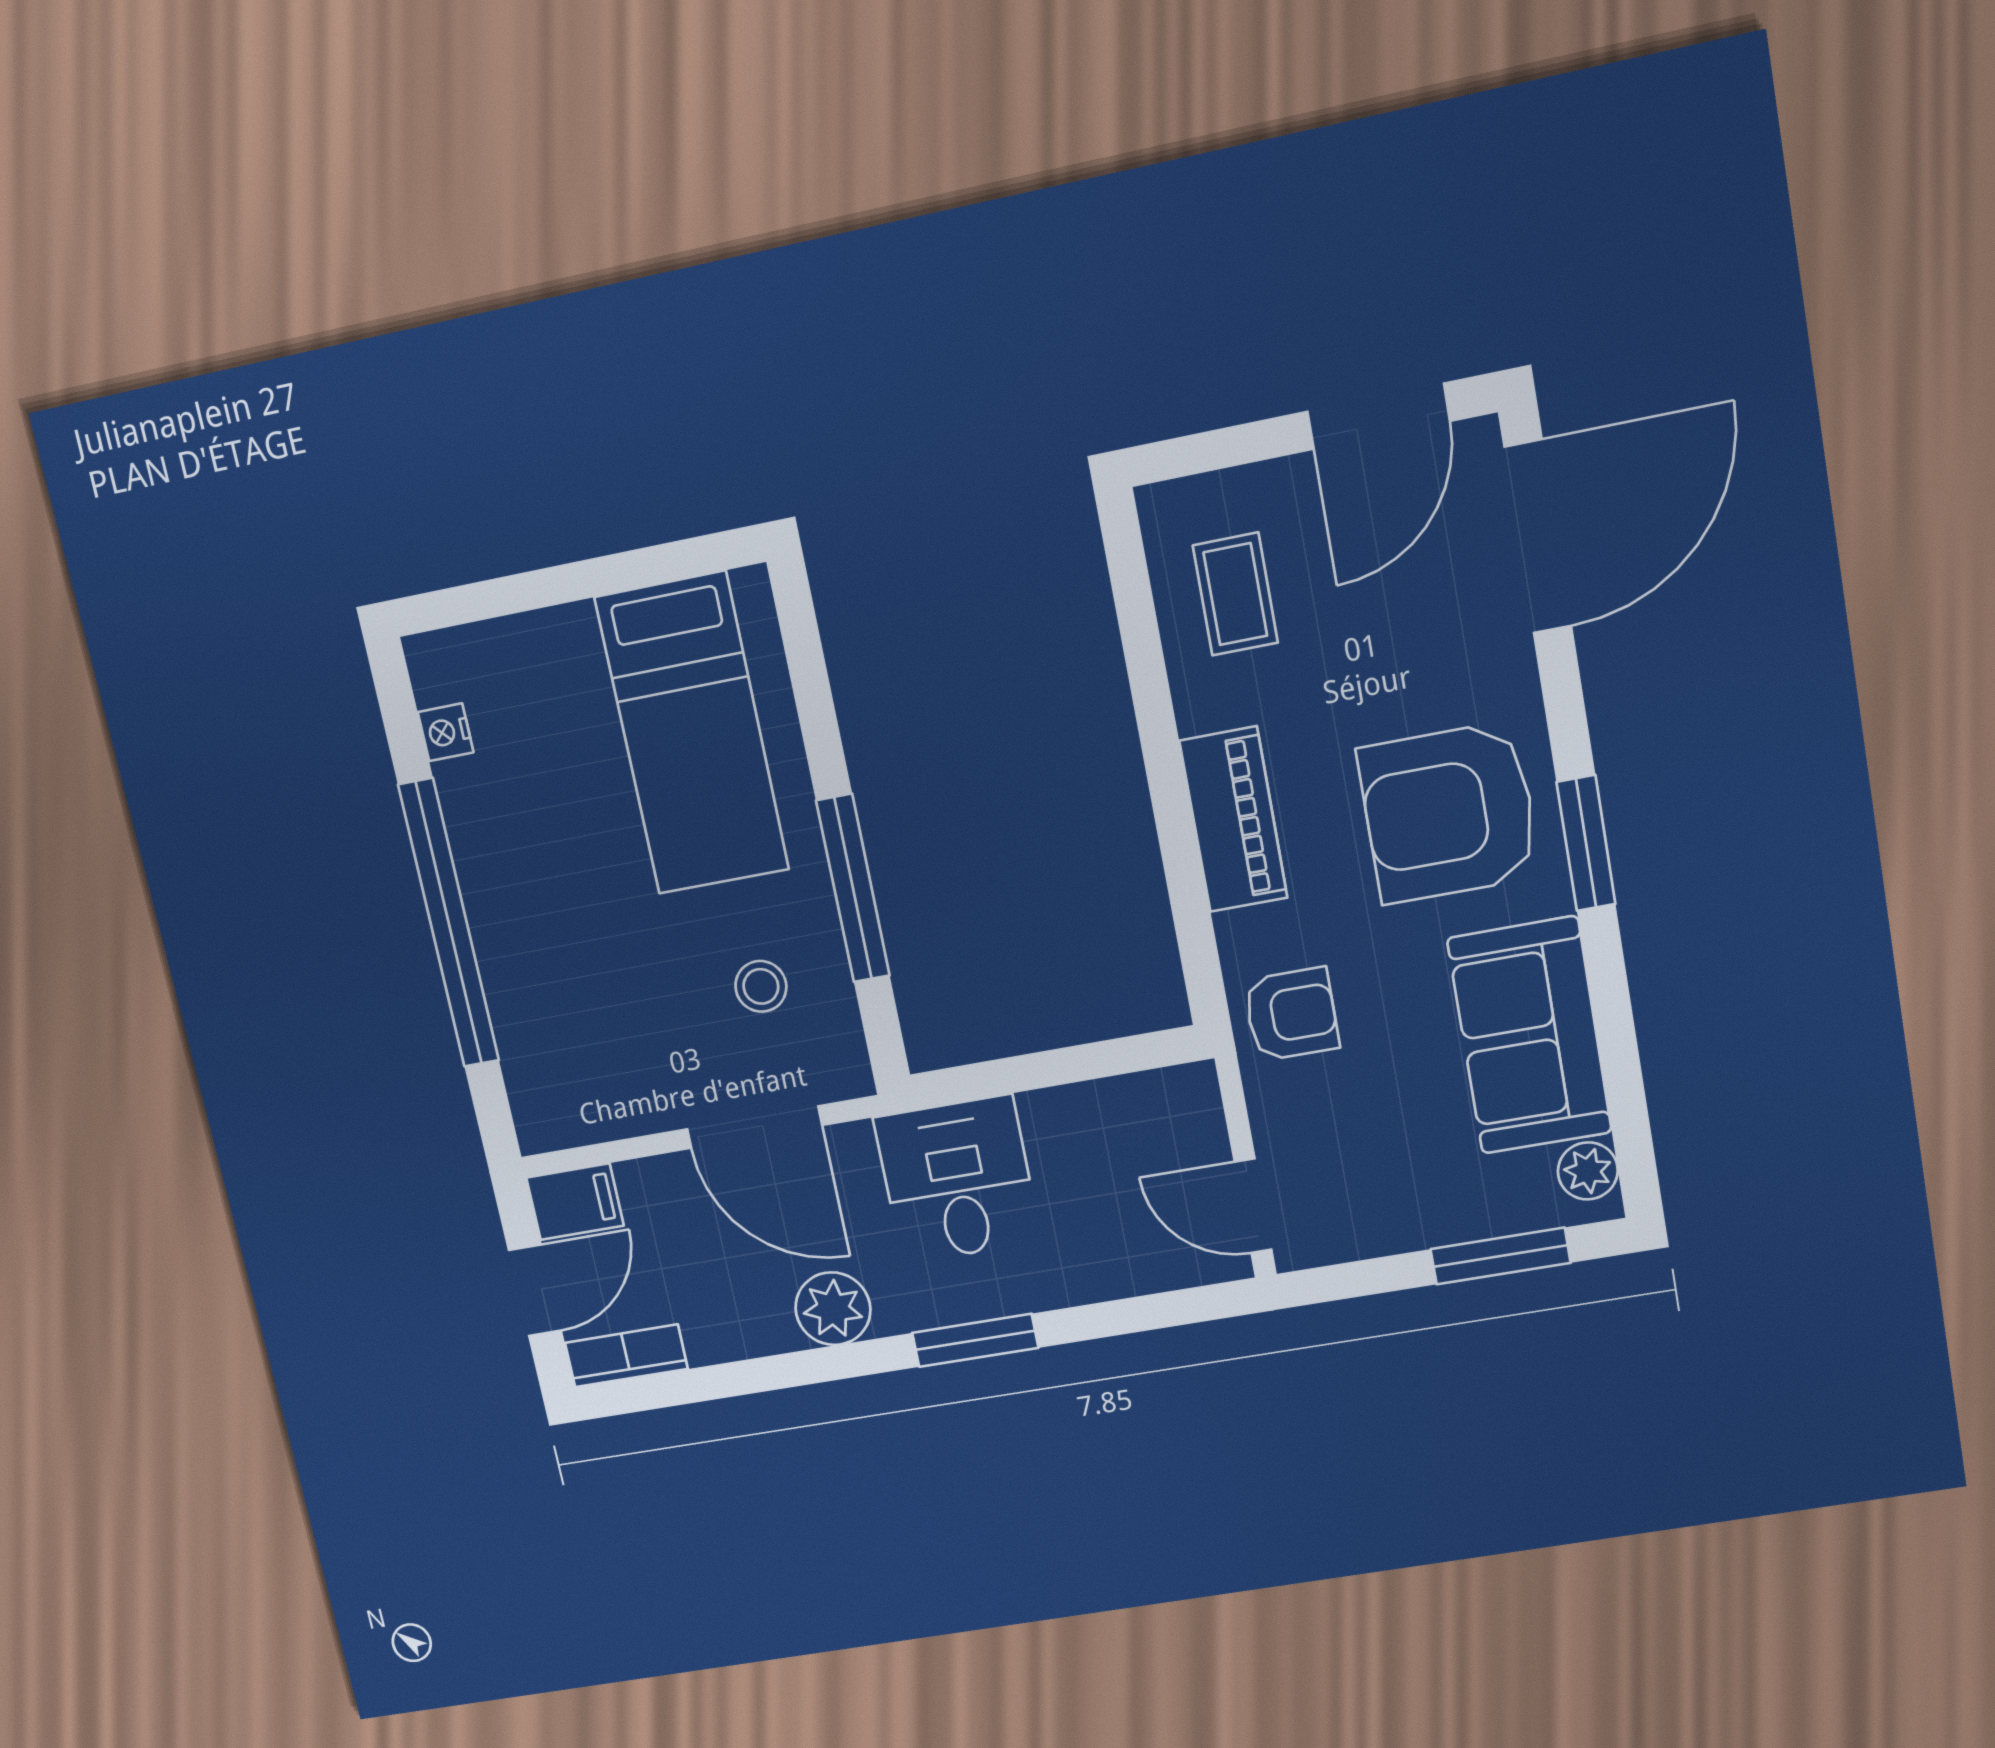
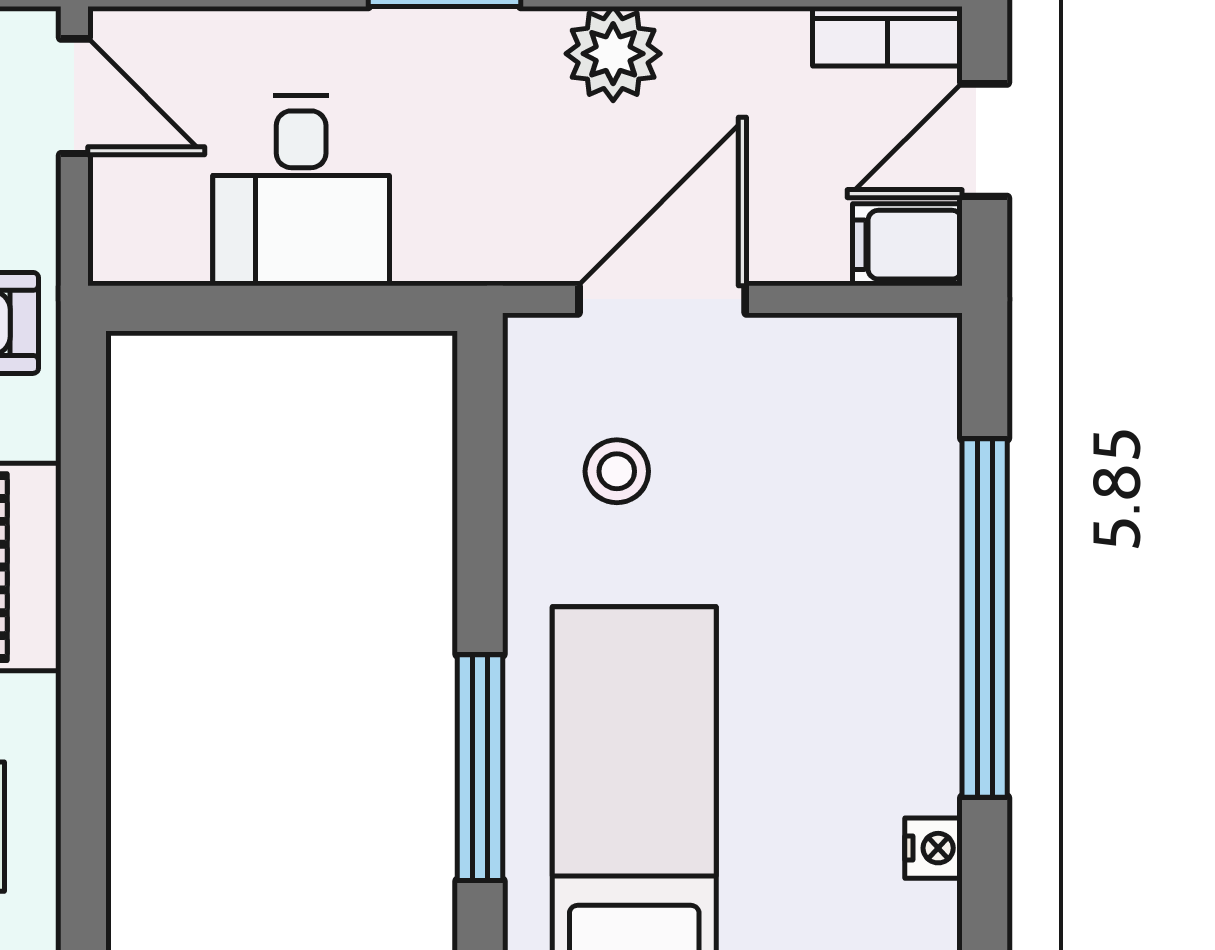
window: (853, 888) -> (480, 768), moved
door: (754, 1127) -> (662, 299), hinge flipped
desk: (957, 1179) -> (301, 191), moved

